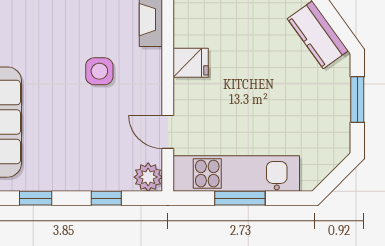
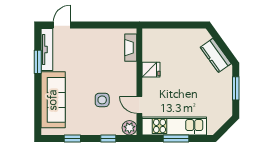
side table: (99, 71) -> (102, 100), moved

